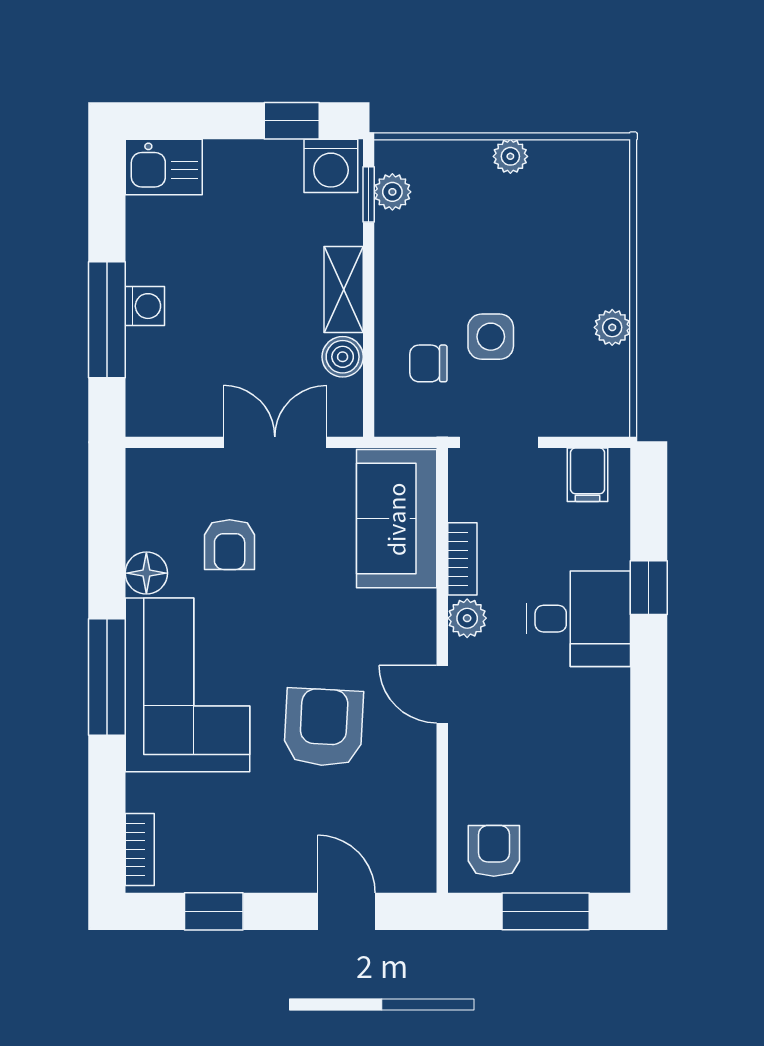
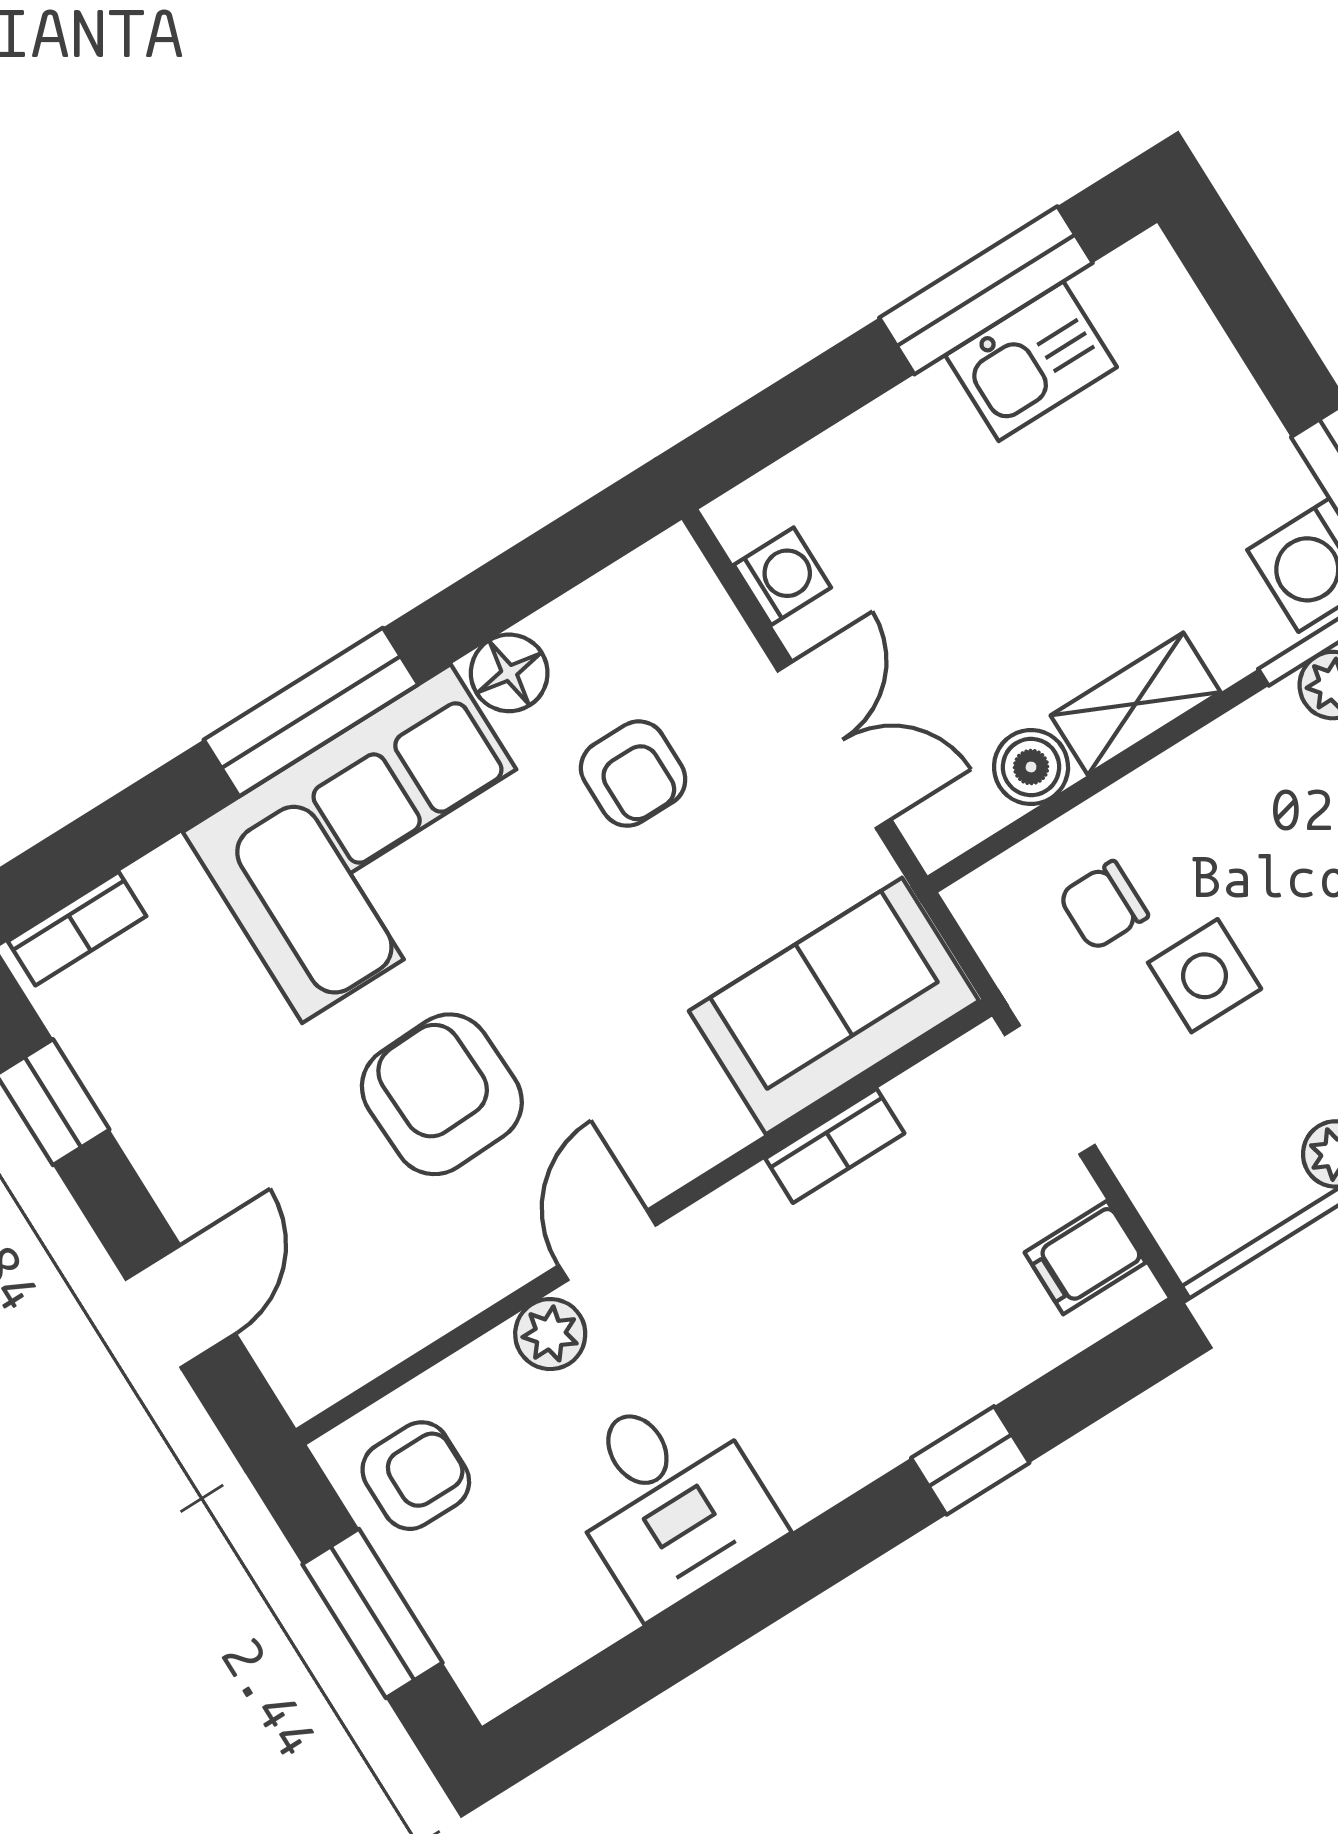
kitchen sink: (164, 167) -> (1031, 361), moved, turned -90
washing machine: (145, 306) -> (782, 576), moved, turned -90
window: (107, 320) -> (986, 290), moved
chair: (428, 363) -> (1103, 906), turned -90
armchair: (230, 545) -> (633, 774), turned -90
plant: (467, 618) -> (550, 1334), moved
desk: (579, 619) -> (668, 1499), moved
armchair: (324, 727) -> (442, 1094), turned -95

